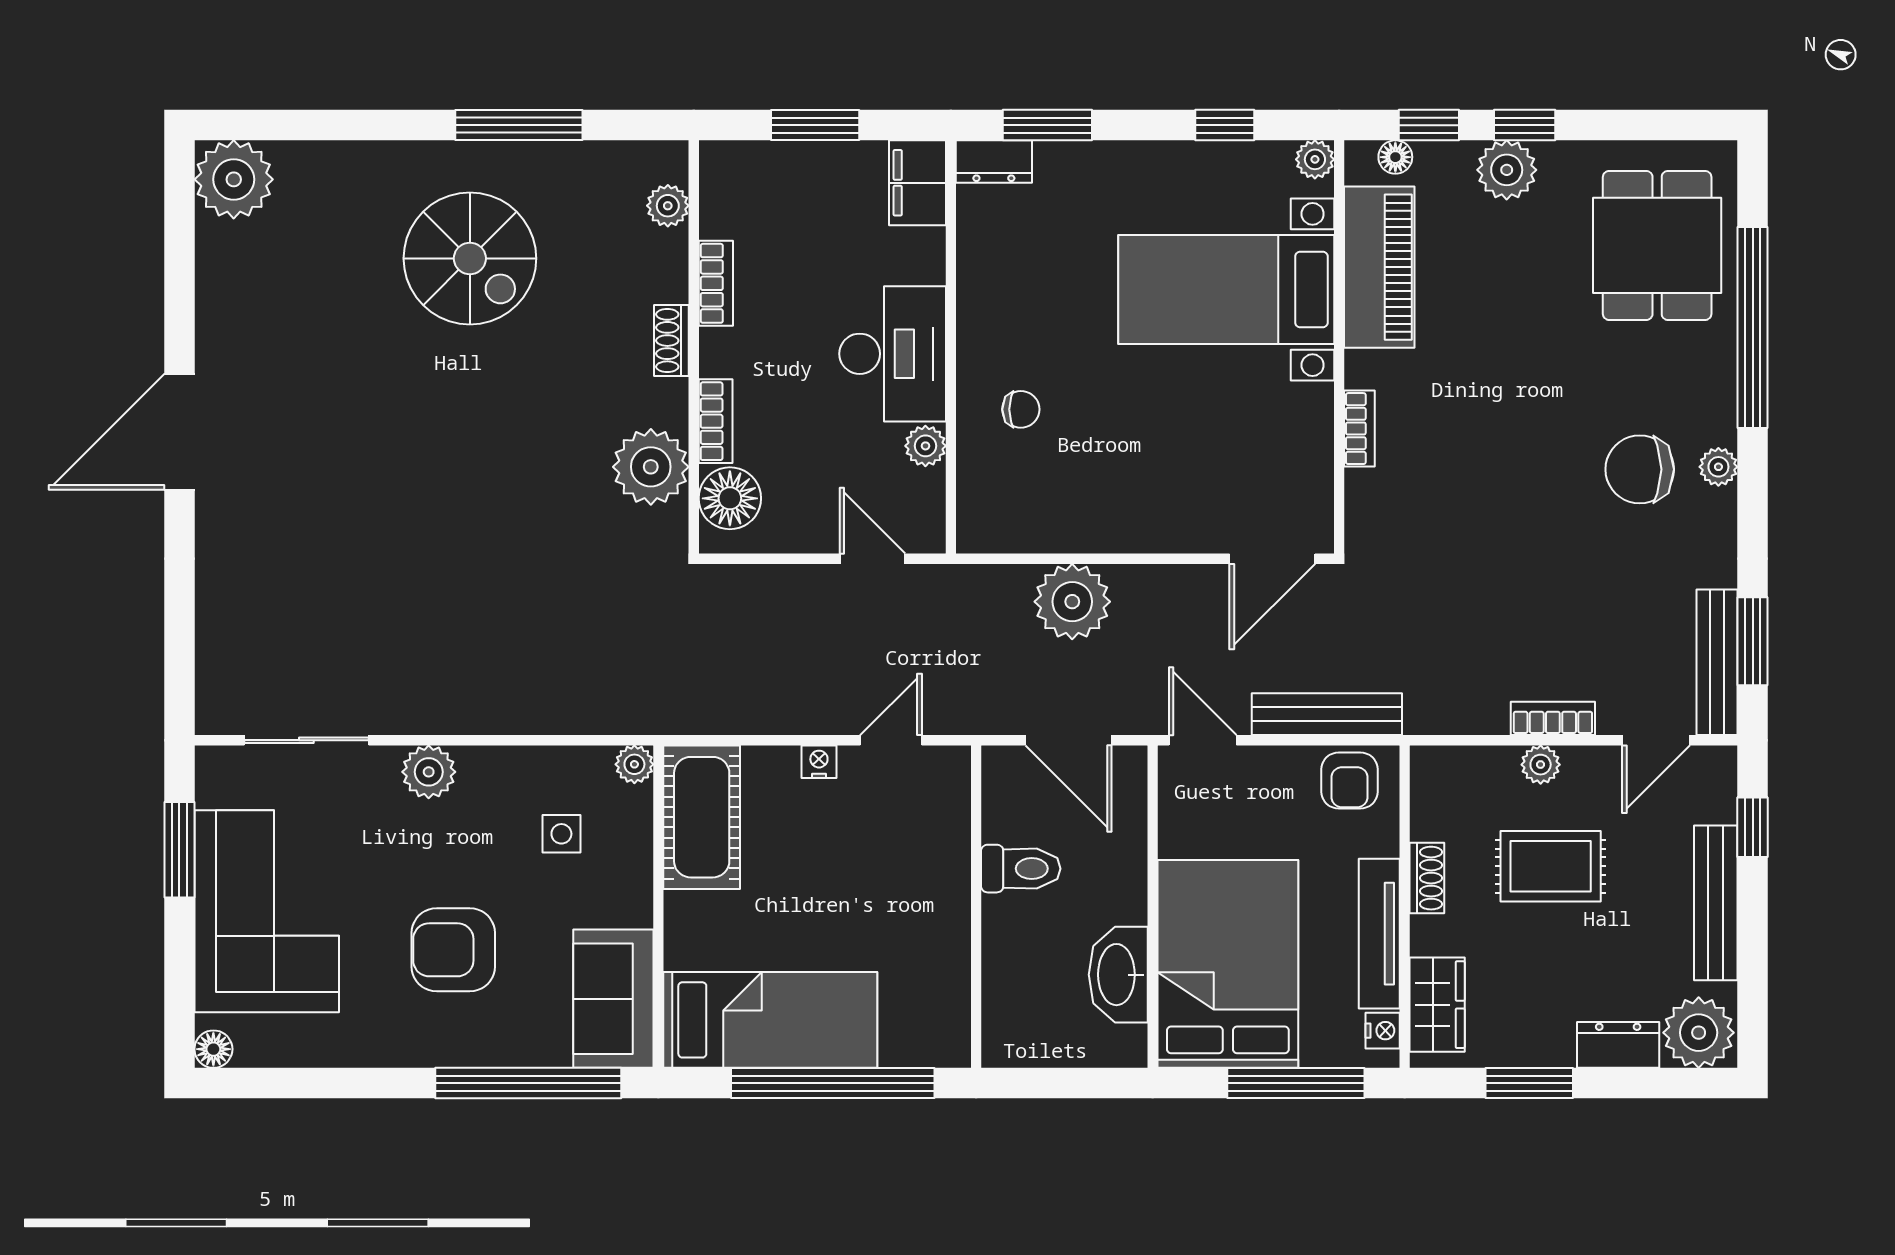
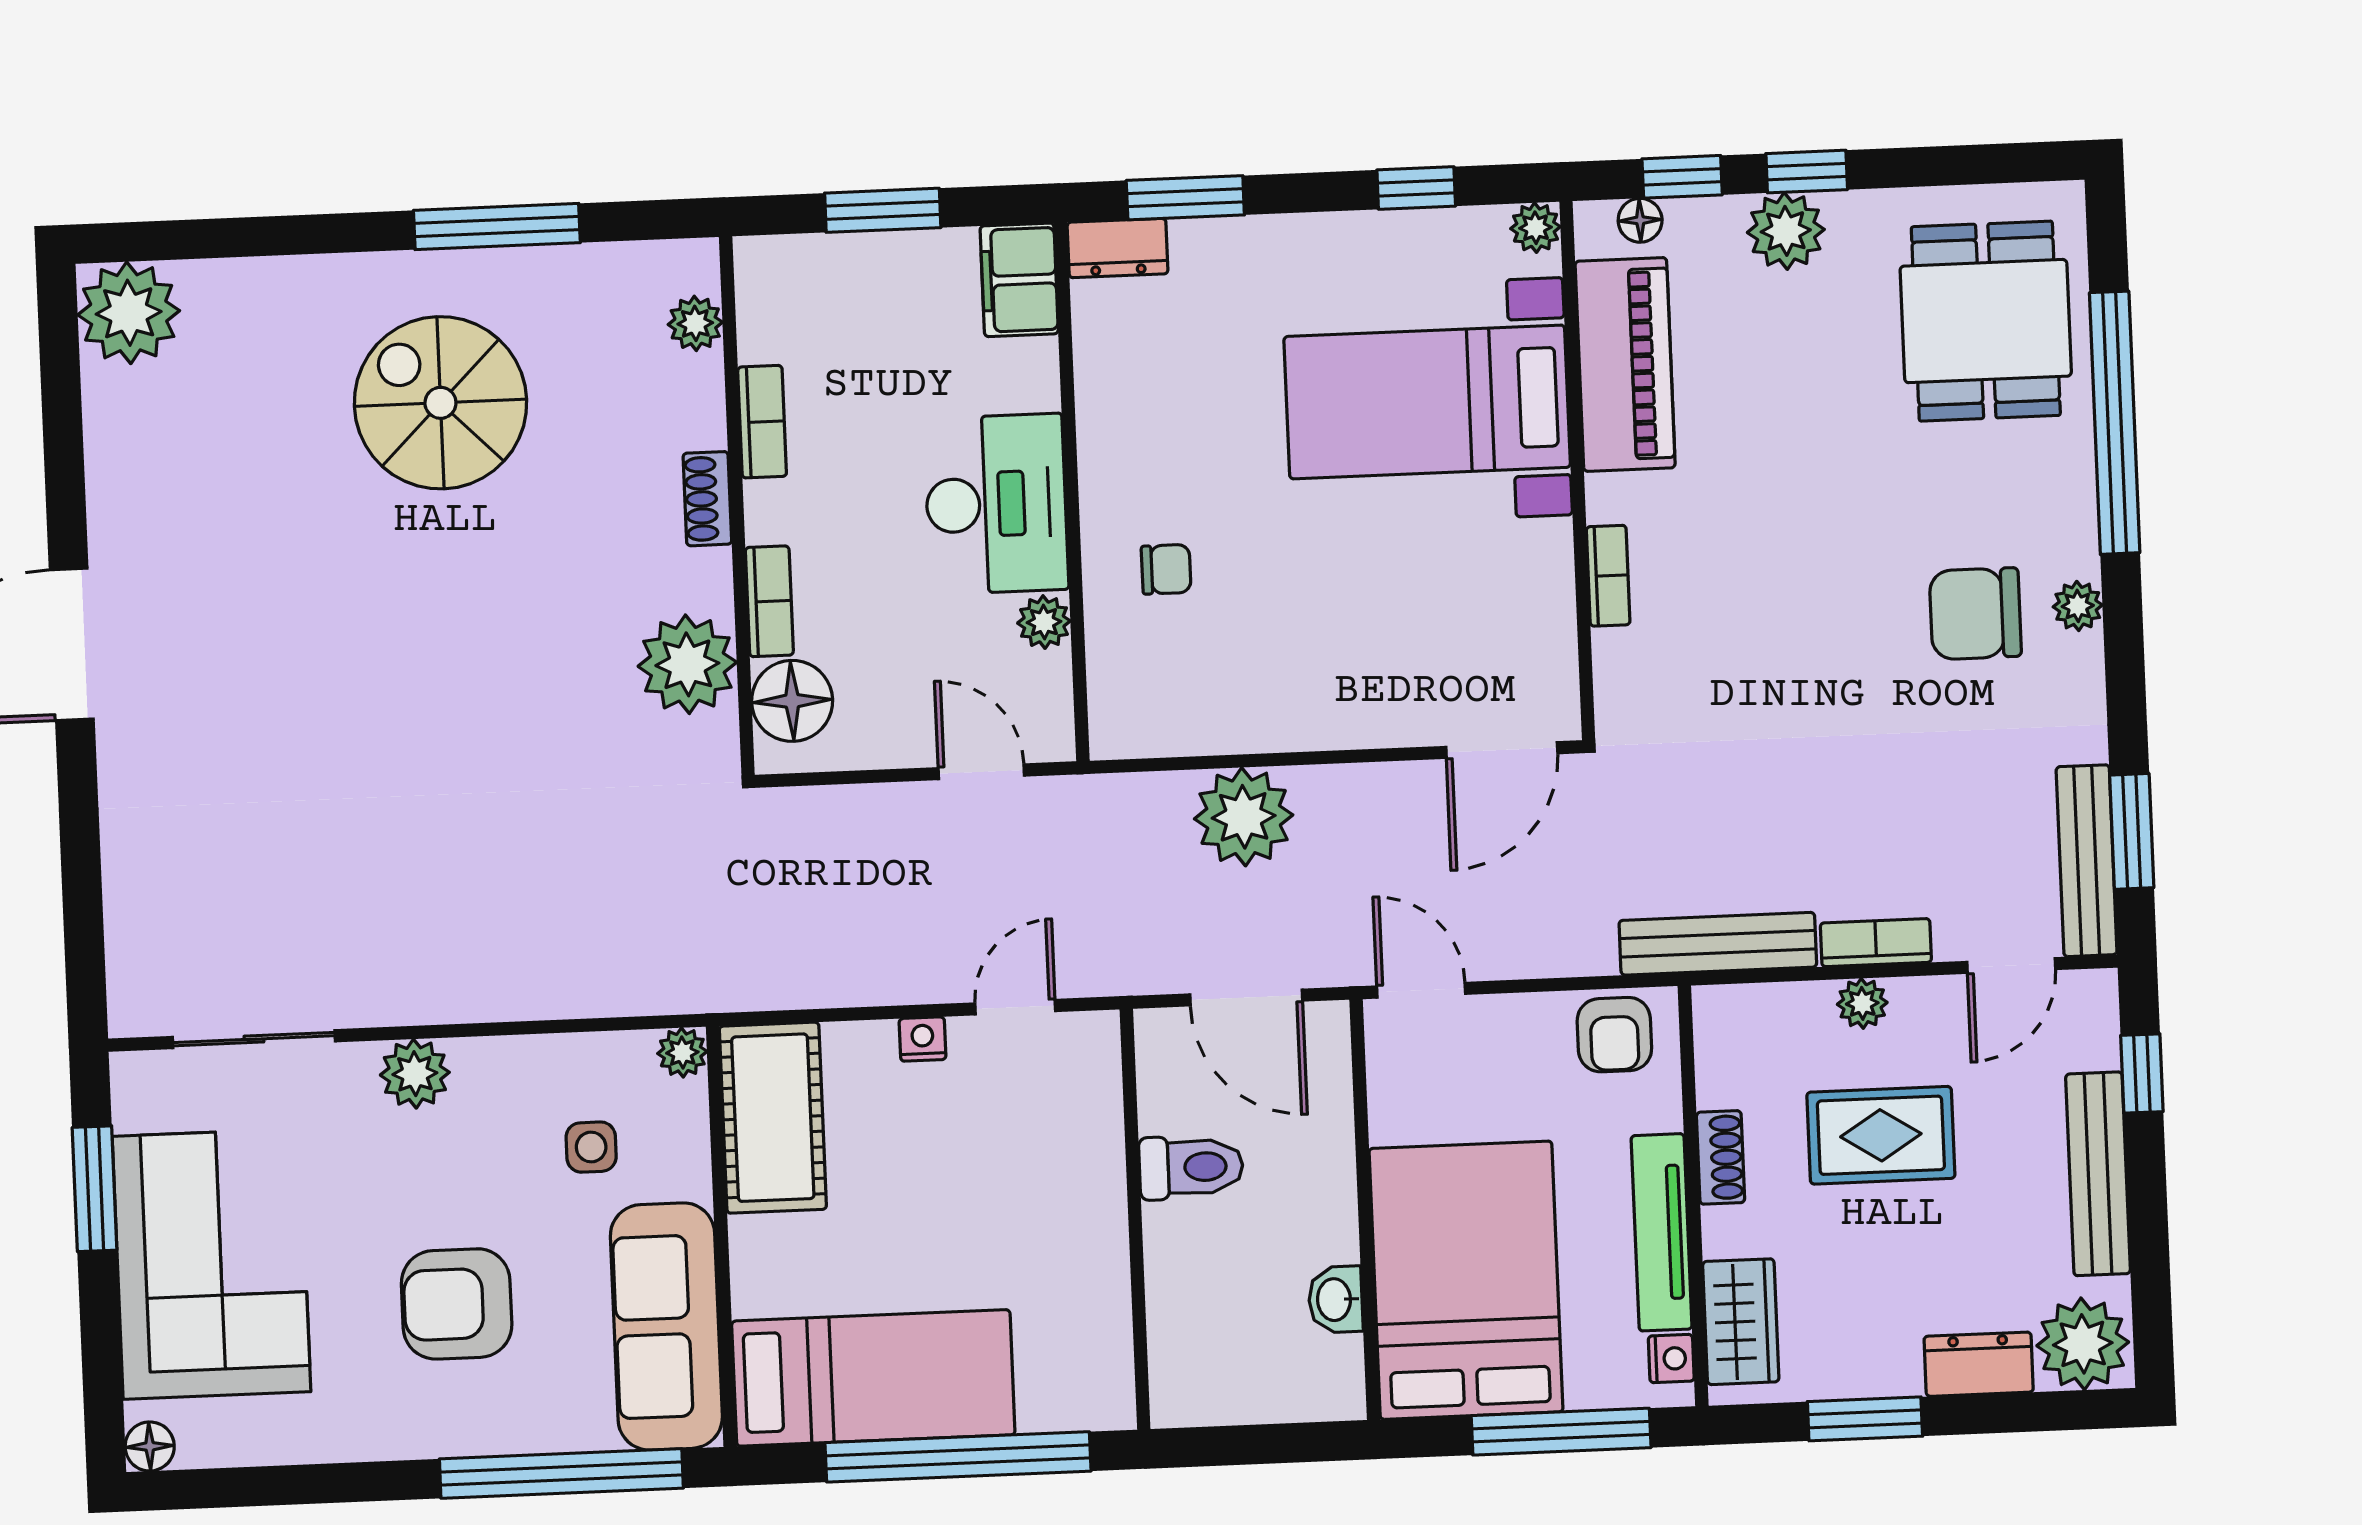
spiral stairs: (470, 258) -> (440, 403), turned 180
bench: (1327, 714) -> (1718, 944), moved
washbasin: (1118, 975) -> (1336, 1300), width x0.52, depth x0.69
sofa: (613, 999) -> (666, 1326), width x1.36

